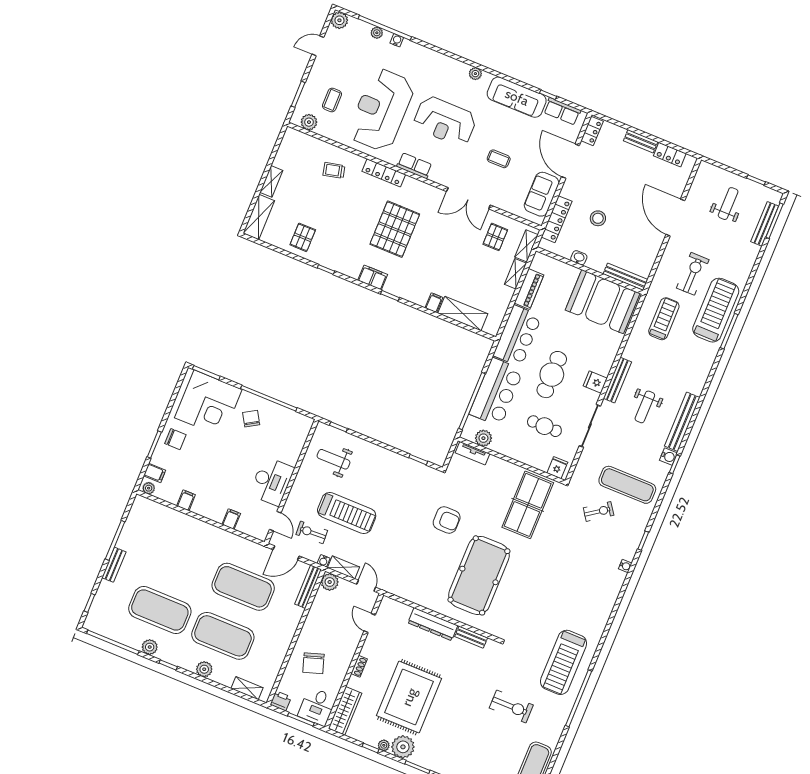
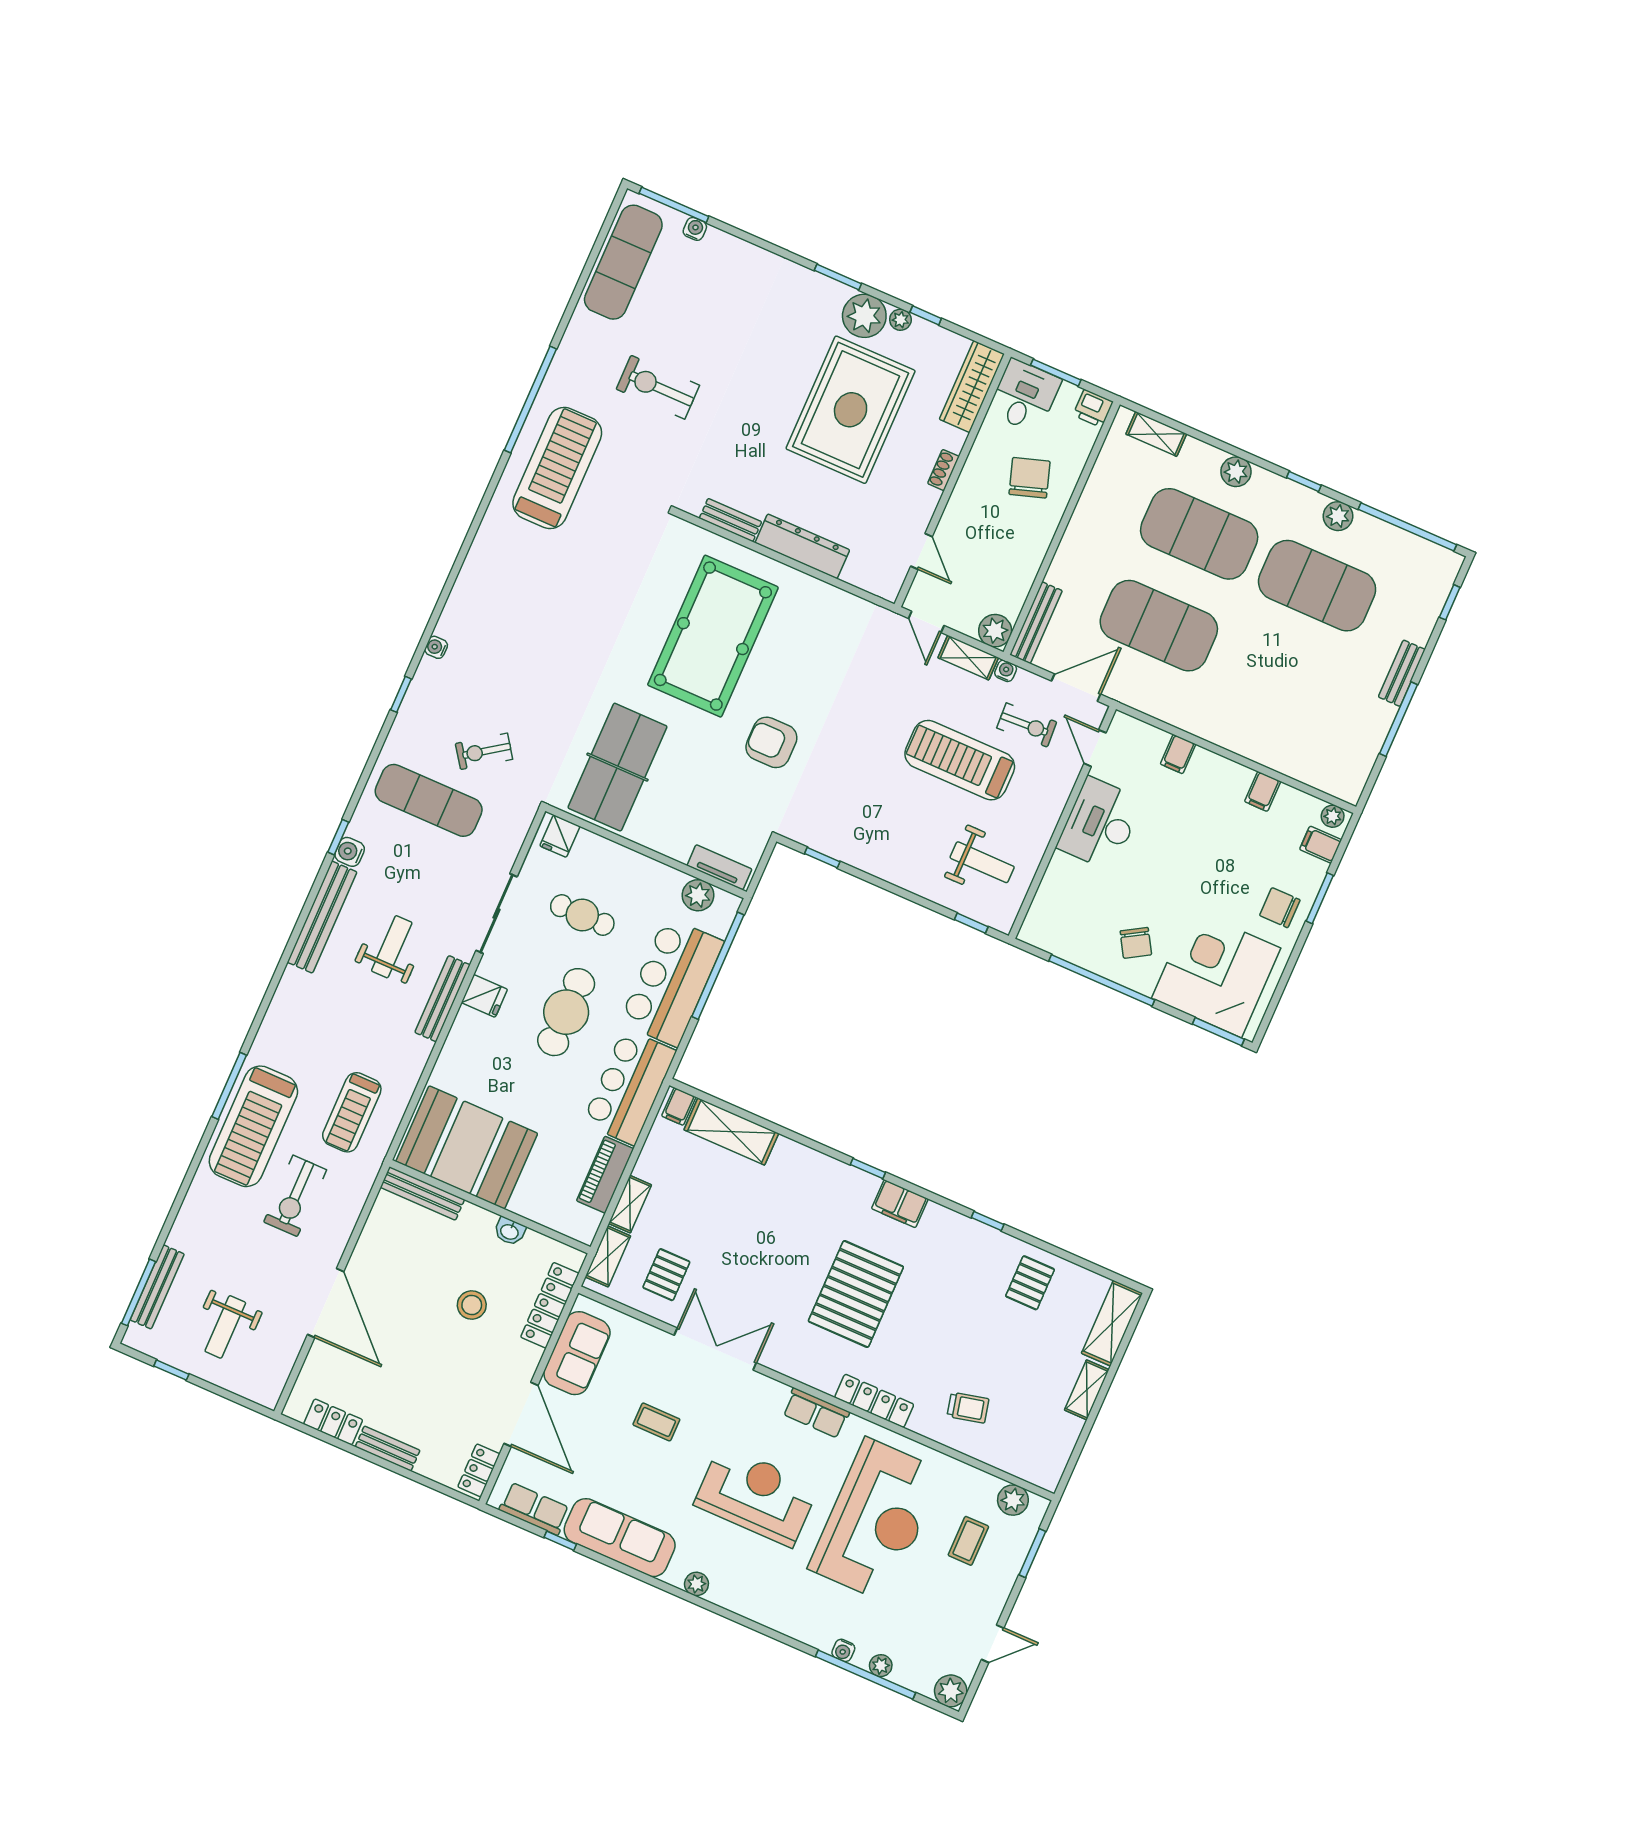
filing cabinet: (434, 303) -> (679, 1106), moved

